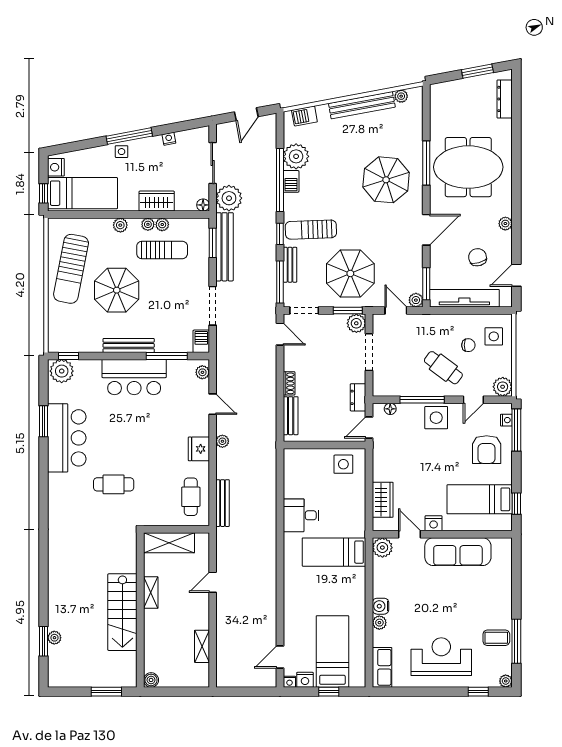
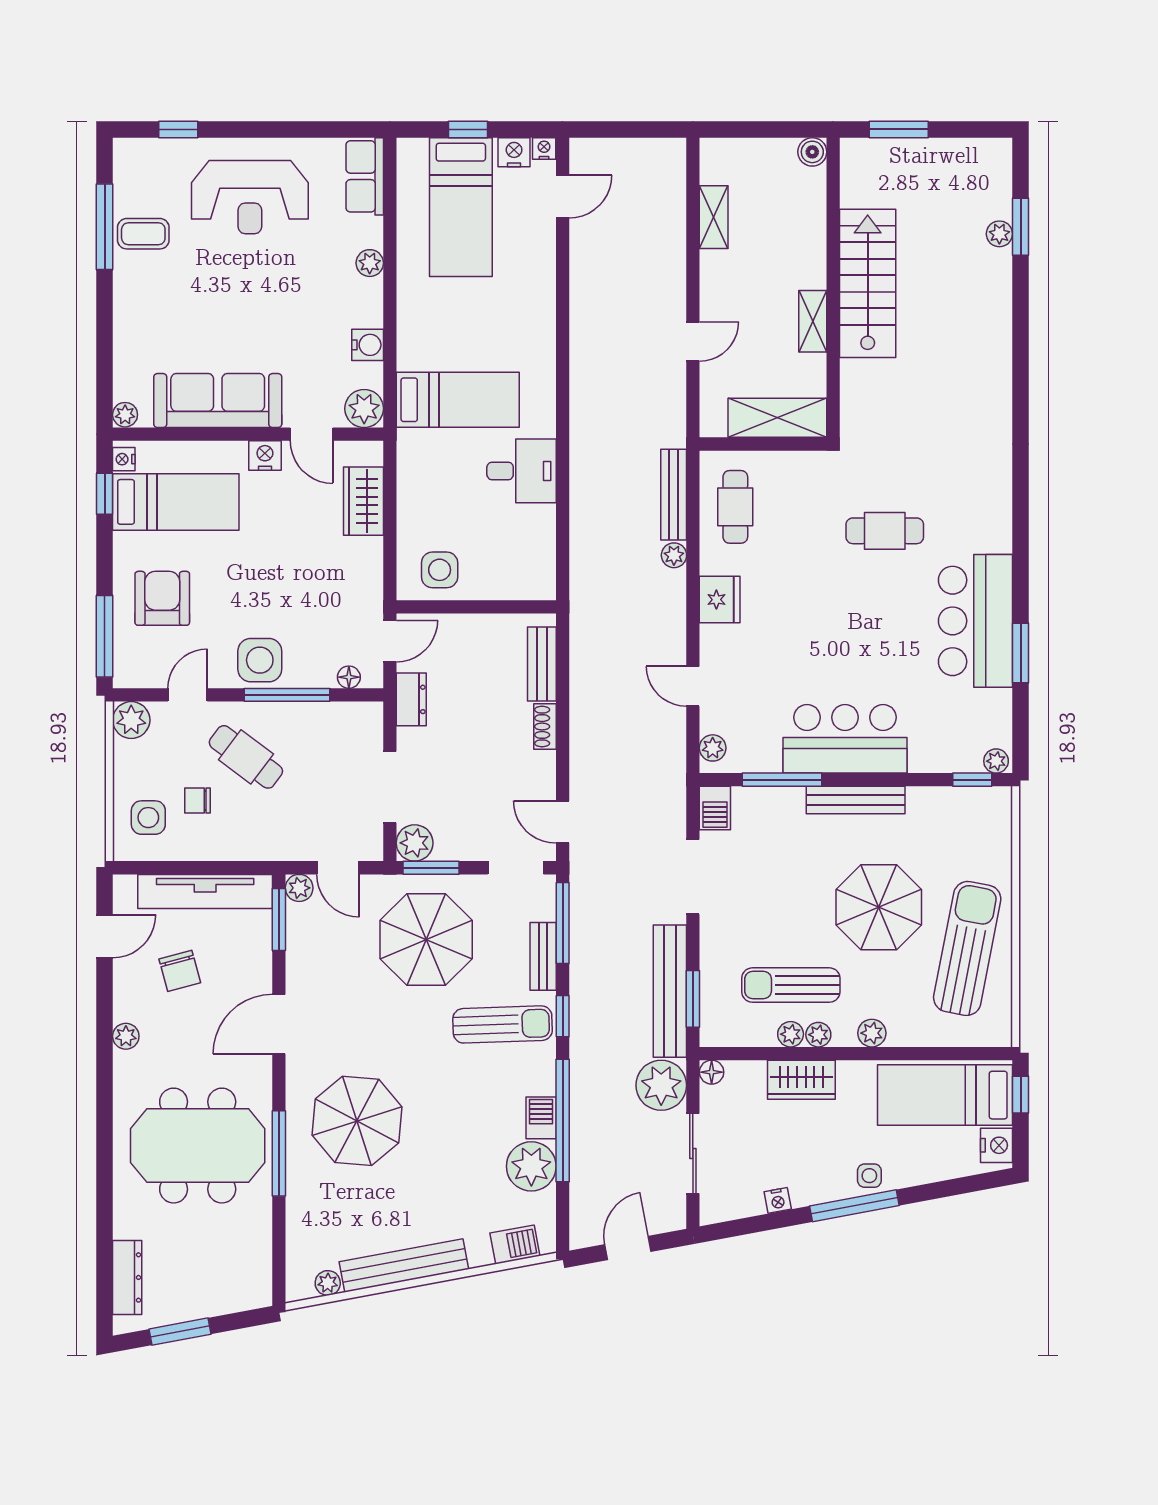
plant: (62, 371) -> (996, 761), width x0.53, depth x0.53
nightstand: (506, 420) -> (124, 459), moved
plant: (222, 441) -> (674, 555), moved
water cooler: (381, 606) -> (368, 345), moved
plant: (506, 681) -> (125, 415), moved

